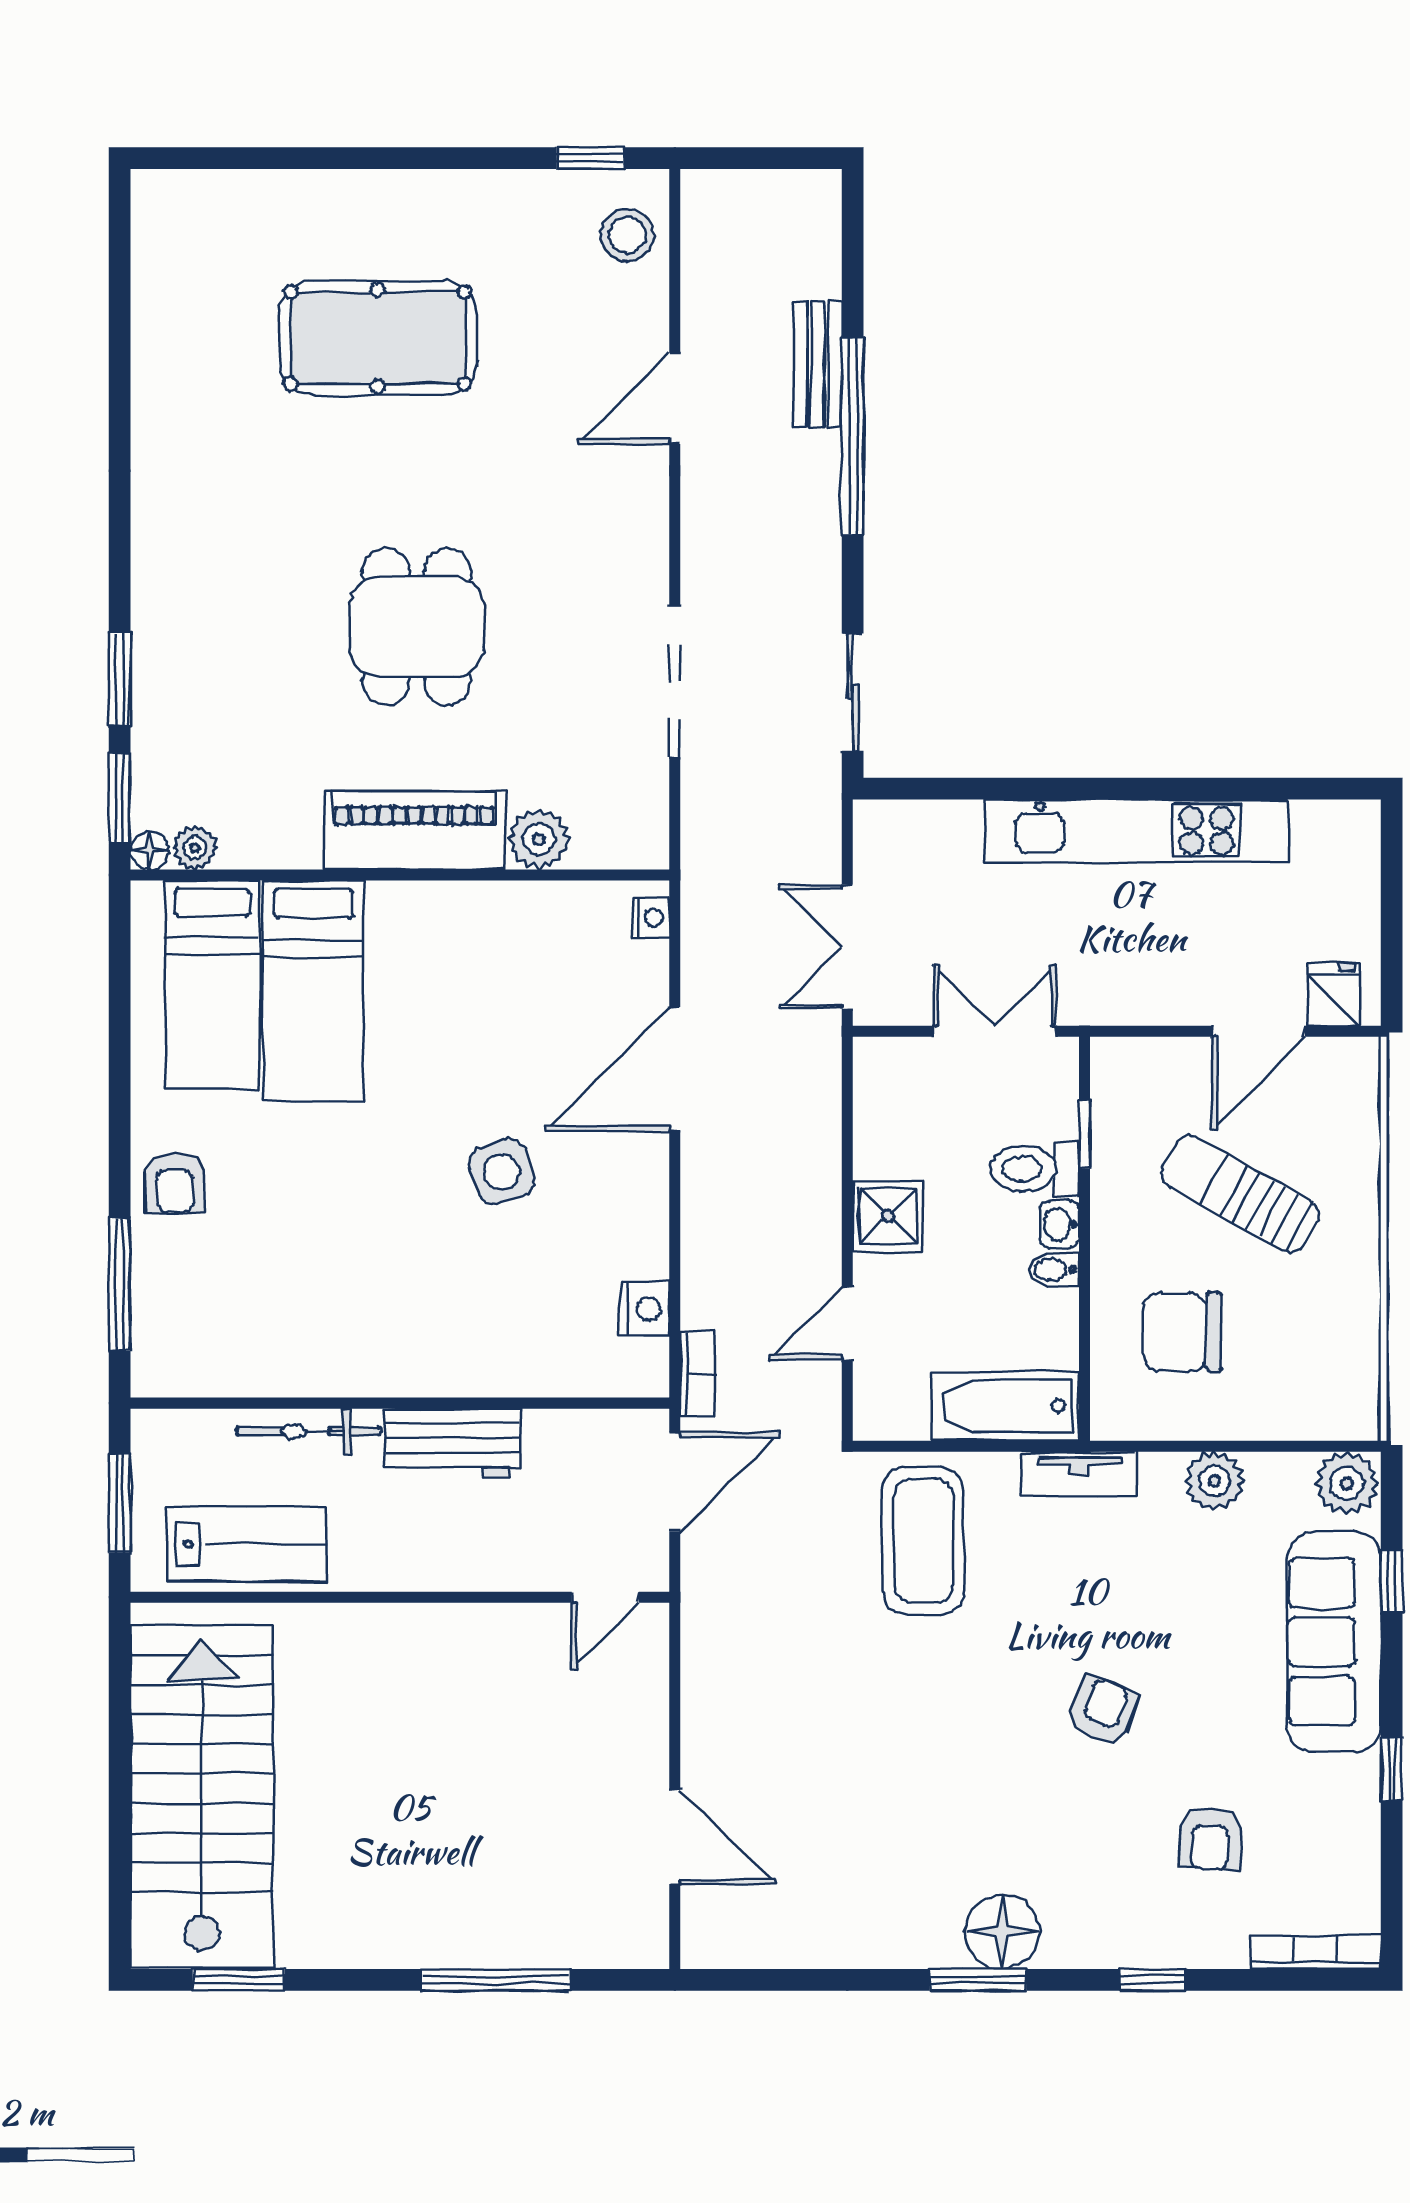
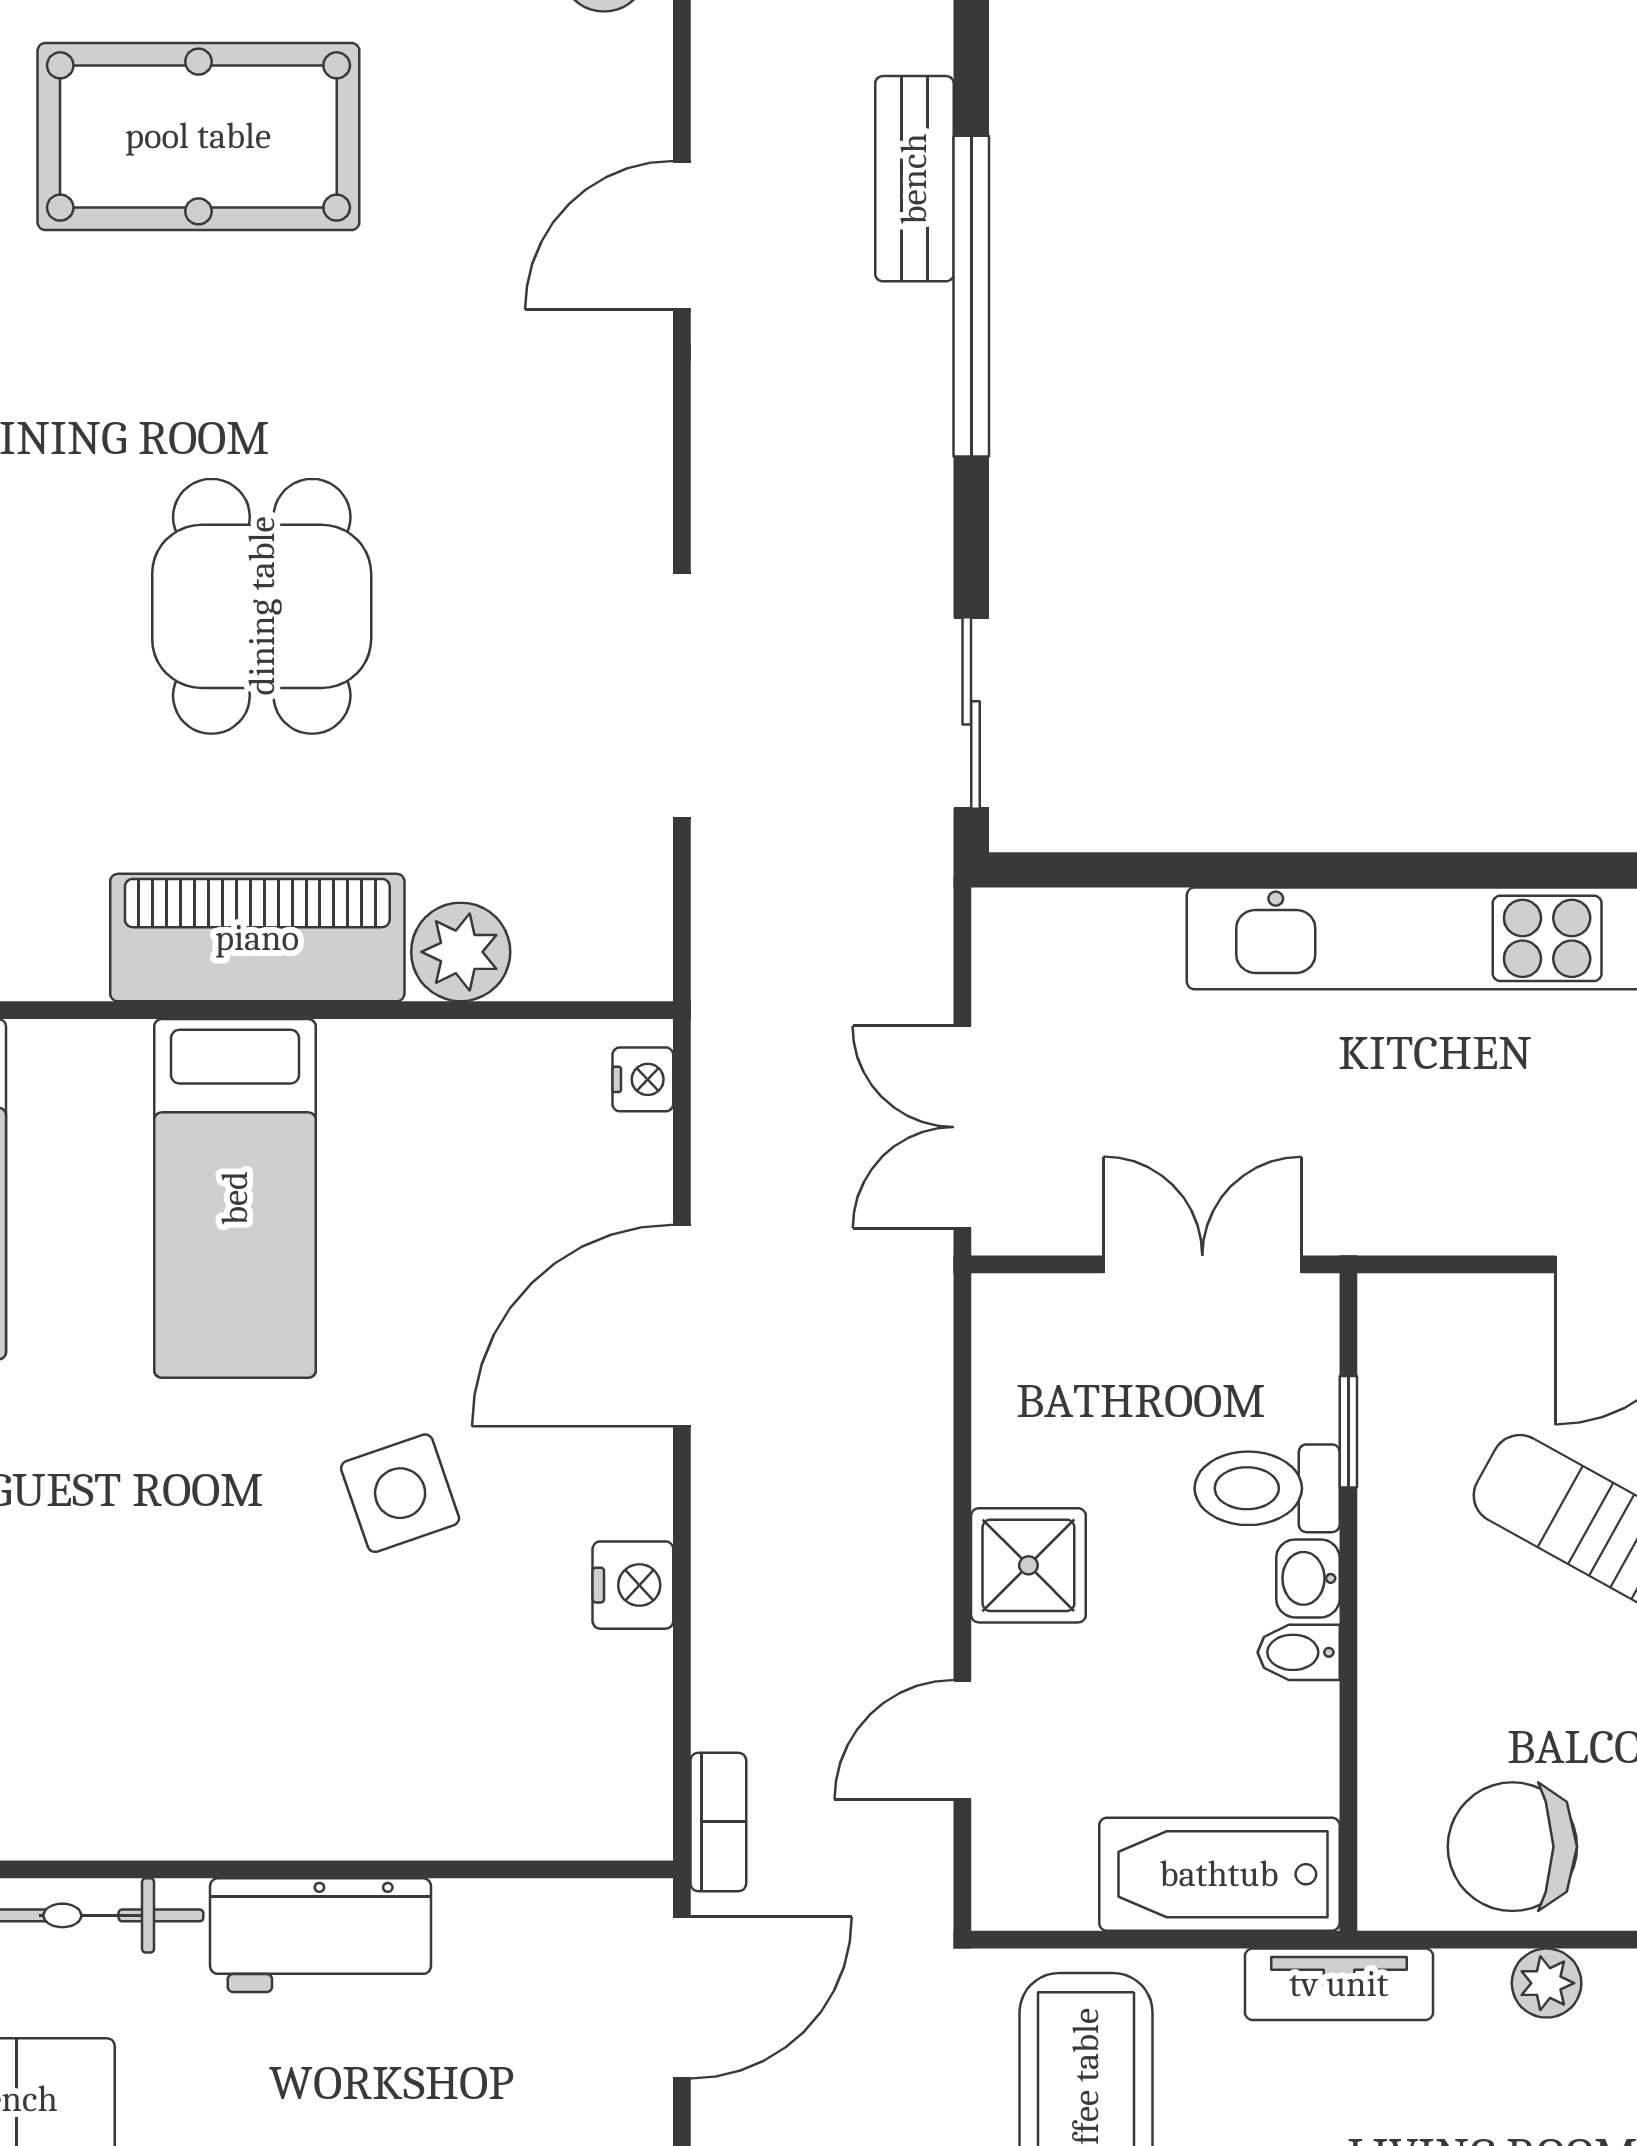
bed: (313, 991) -> (235, 1198), moved
nightstand: (645, 1309) -> (633, 1585), moved
chair: (1182, 1332) -> (1512, 1847), moved
plant: (1214, 1481) -> (1547, 1983), width x0.73, depth x0.73

